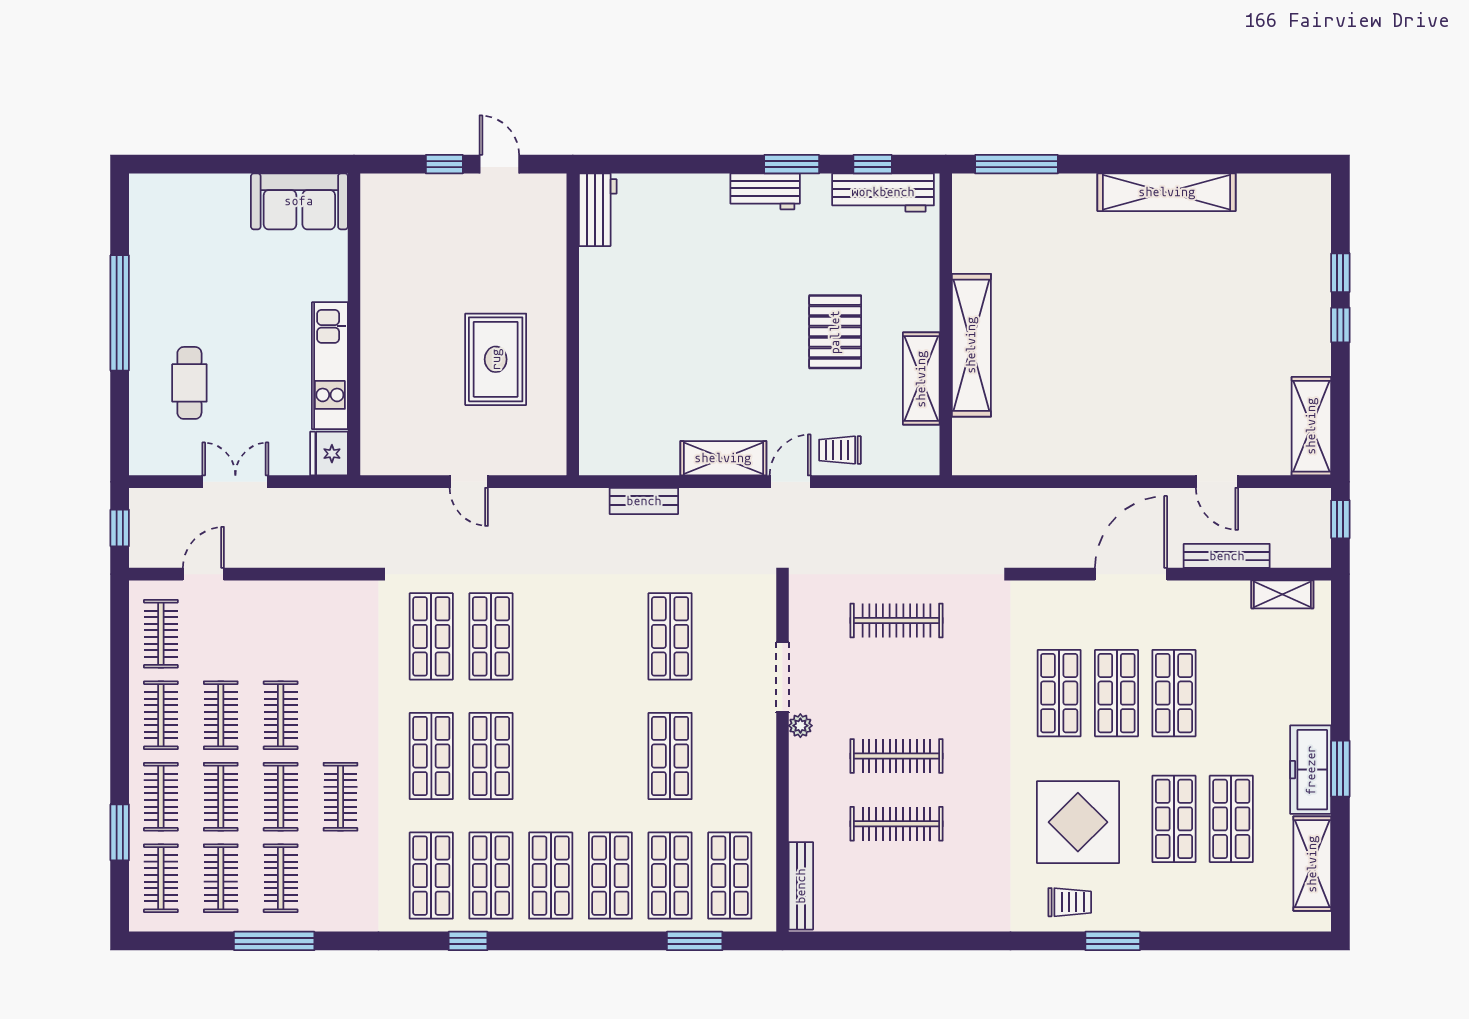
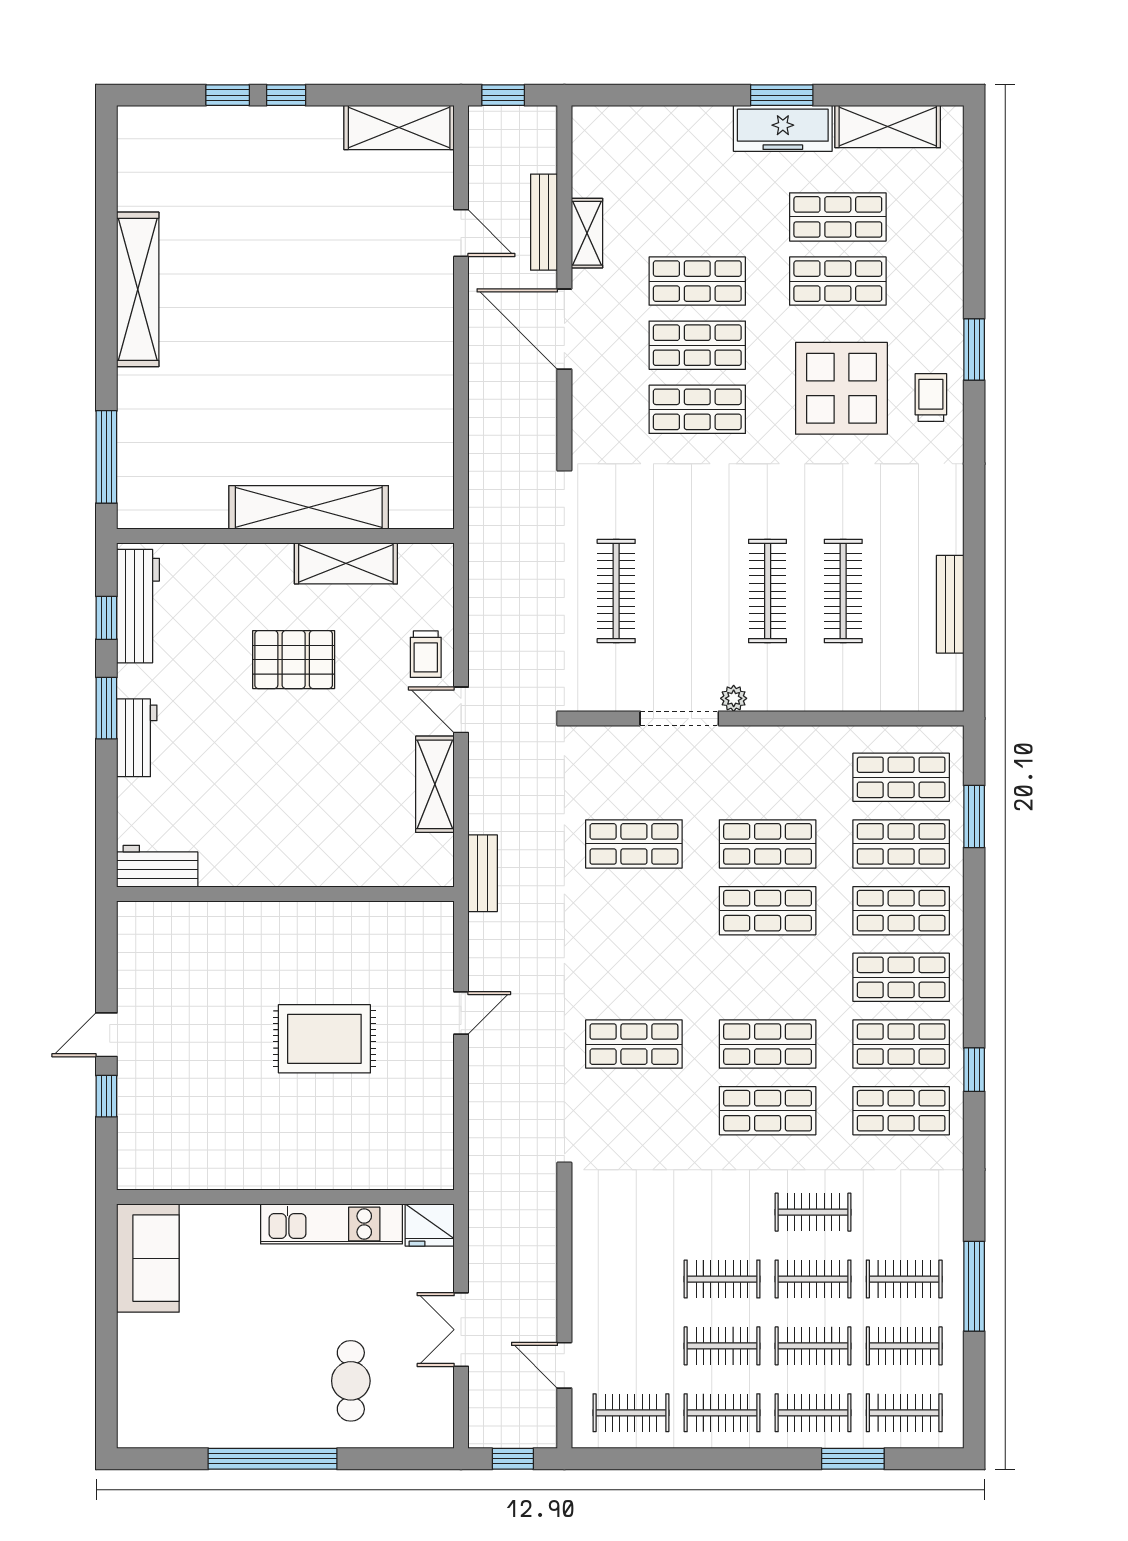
workbench: (598, 210) -> (157, 866), moved
wall: (573, 324) -> (285, 894), moved
cafe table: (189, 383) -> (351, 1381), turned 90
door: (469, 482) -> (461, 1013), moved
door: (1217, 482) -> (461, 233), hinge flipped
shelving: (1282, 594) -> (587, 233), moved
shop shelf: (431, 636) -> (768, 911), moved
bench: (801, 886) -> (950, 604), moved, turned 90

